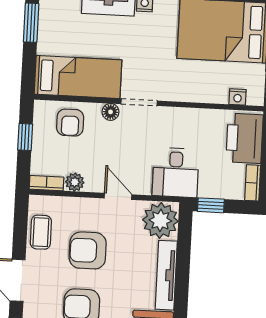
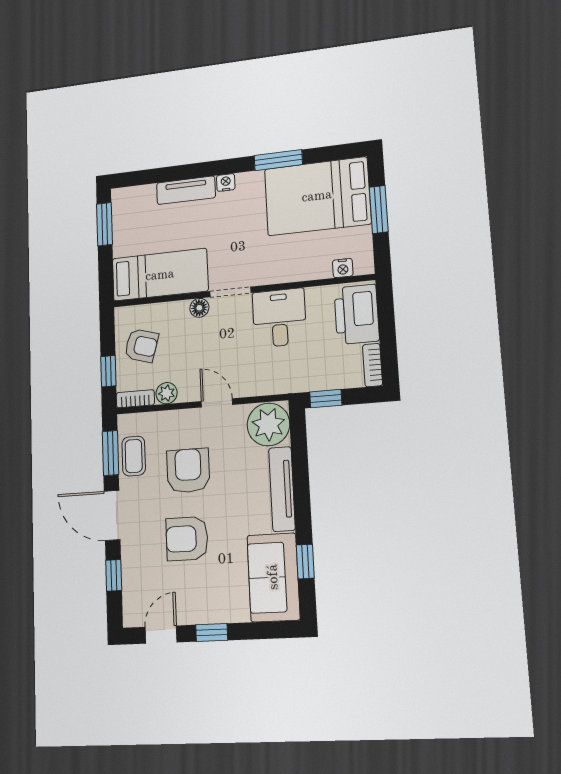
armchair: (70, 123) -> (141, 346), moved, turned -74
window: (25, 137) -> (108, 371), moved
desk: (176, 172) -> (279, 318), moved, turned 180
window: (20, 227) -> (110, 453), added
armchair: (88, 250) -> (188, 471), turned 90

